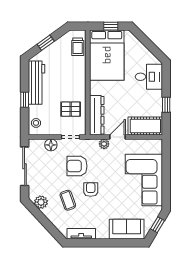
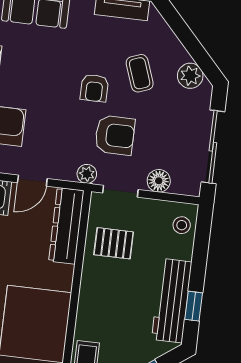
window: (25, 100) -> (194, 306), moved
plant: (104, 144) -> (87, 174), moved

